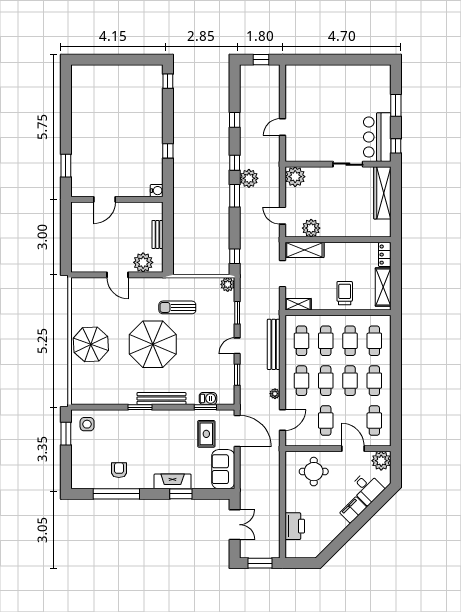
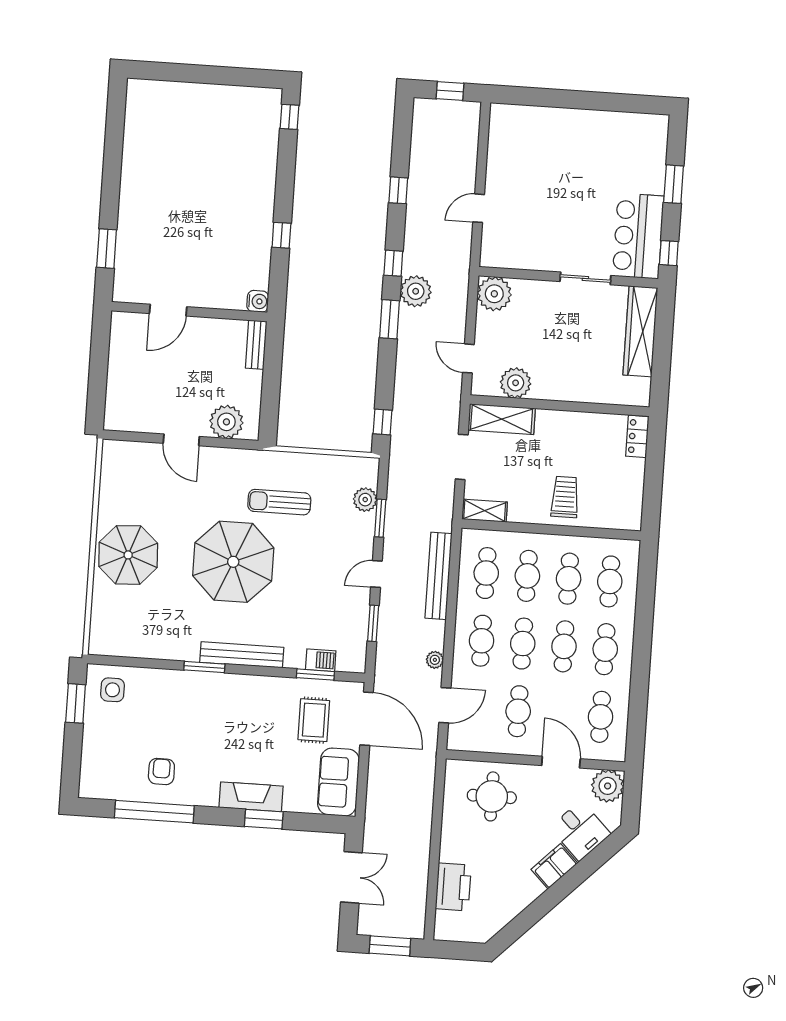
bench: (157, 234) -> (256, 345), moved
plant: (228, 284) -> (365, 500), moved
shelving: (383, 287) -> (631, 491), removed

